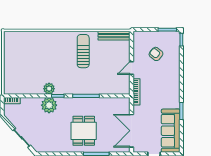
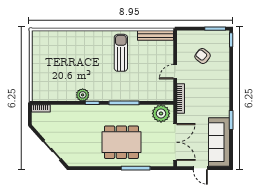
plant: (49, 105) -> (161, 113), moved
dining table: (84, 131) -> (121, 142), width x1.38
double door: (131, 131) -> (175, 142), swing flipped

